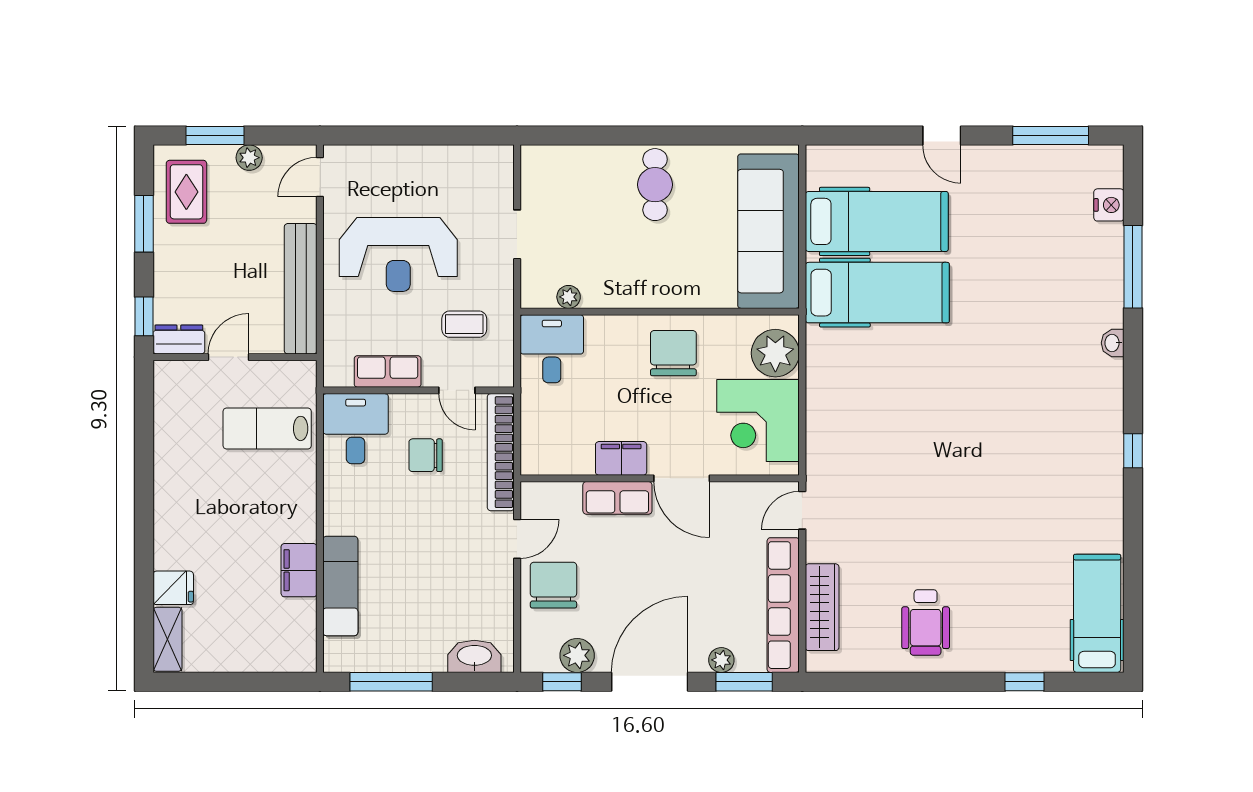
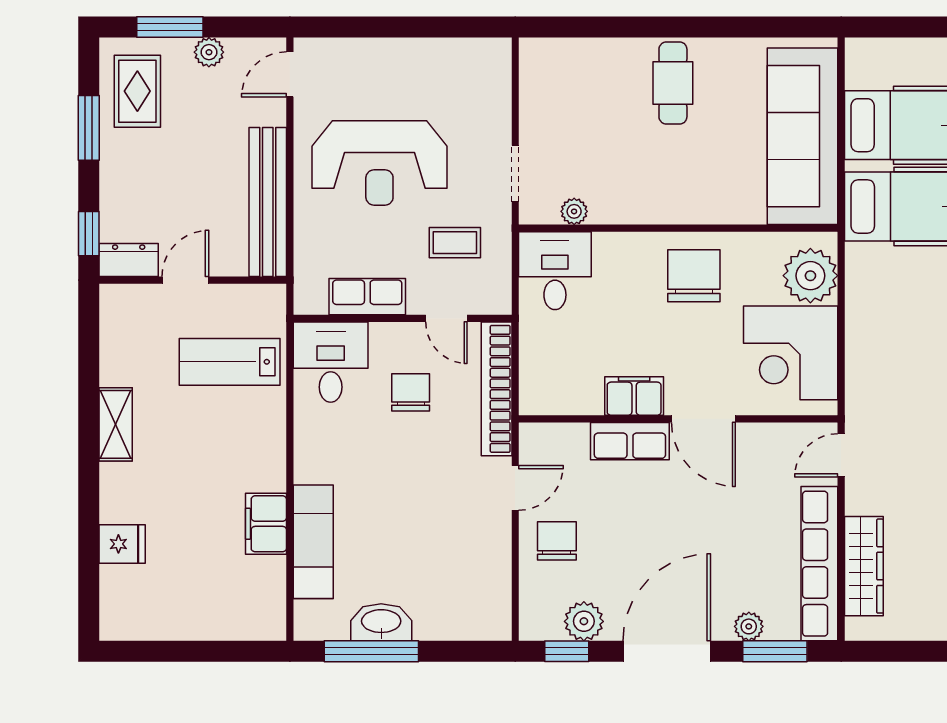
doorway: (517, 234) -> (515, 173), moved
chair: (426, 455) -> (411, 392), turned 90
chair: (553, 585) -> (557, 541), width x0.73, depth x0.73
shelving: (167, 639) -> (116, 424), moved
washbasin: (474, 656) -> (381, 622), moved

